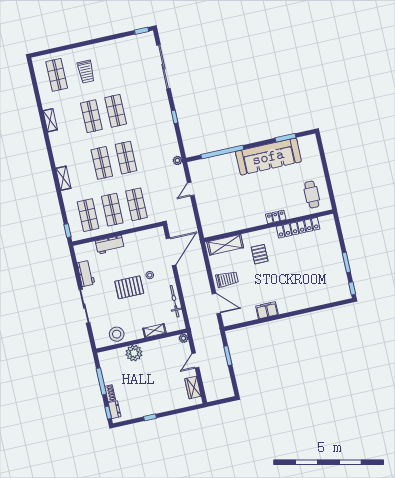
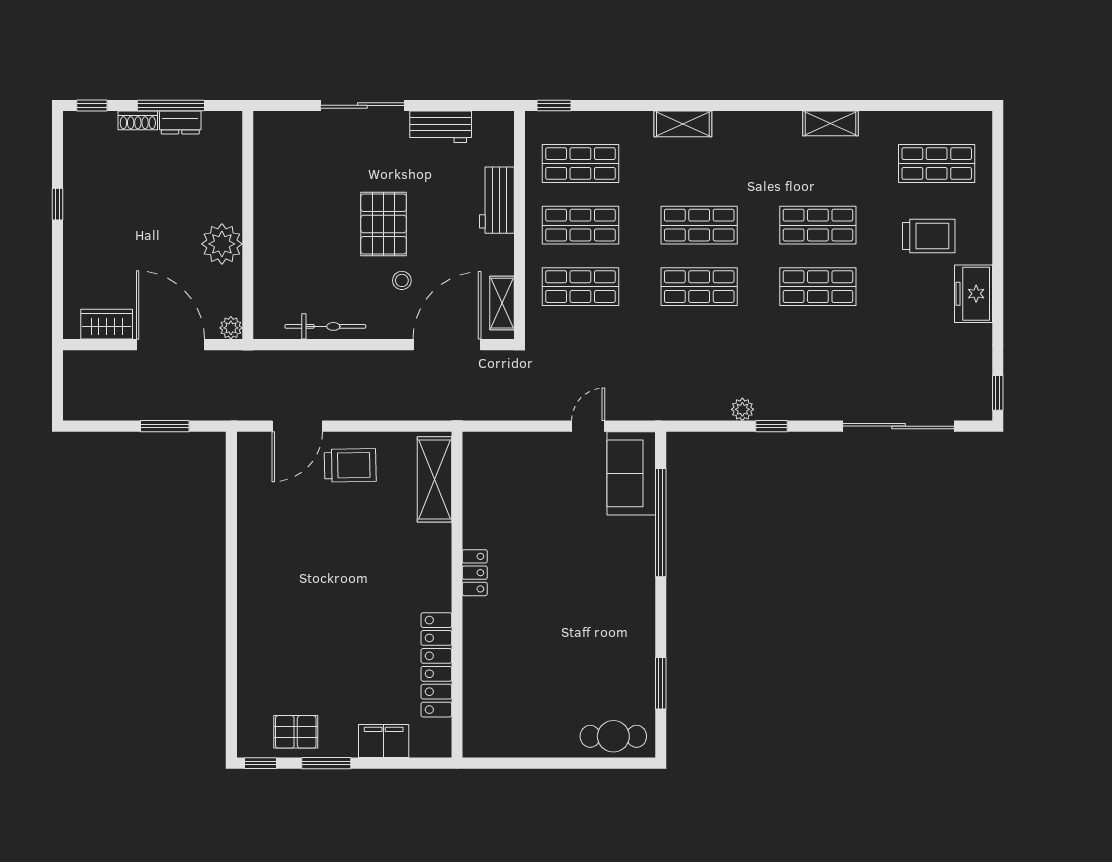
freezer: (105, 49) -> (974, 294), added
trolley: (86, 72) -> (929, 236), turned 180
sofa: (268, 157) -> (631, 473), moved, width x0.54, depth x0.79
plant: (177, 160) -> (742, 409), moved
door: (191, 189) -> (588, 426), hinge flipped
cafe table: (312, 195) -> (613, 736), moved
locker: (276, 217) -> (475, 573), moved
door: (171, 252) -> (447, 345), swing flipped
pallet: (260, 254) -> (296, 732), moved
trolley: (227, 279) -> (350, 465), turned -91
filing cabinet: (267, 310) -> (384, 741), moved, turned -90
shelving: (154, 331) -> (502, 303), moved
stool: (117, 334) -> (277, 168), removed
plant: (134, 353) -> (222, 244), moved
door: (195, 361) -> (171, 345), width x1.87
dresser: (115, 410) -> (180, 122), moved

